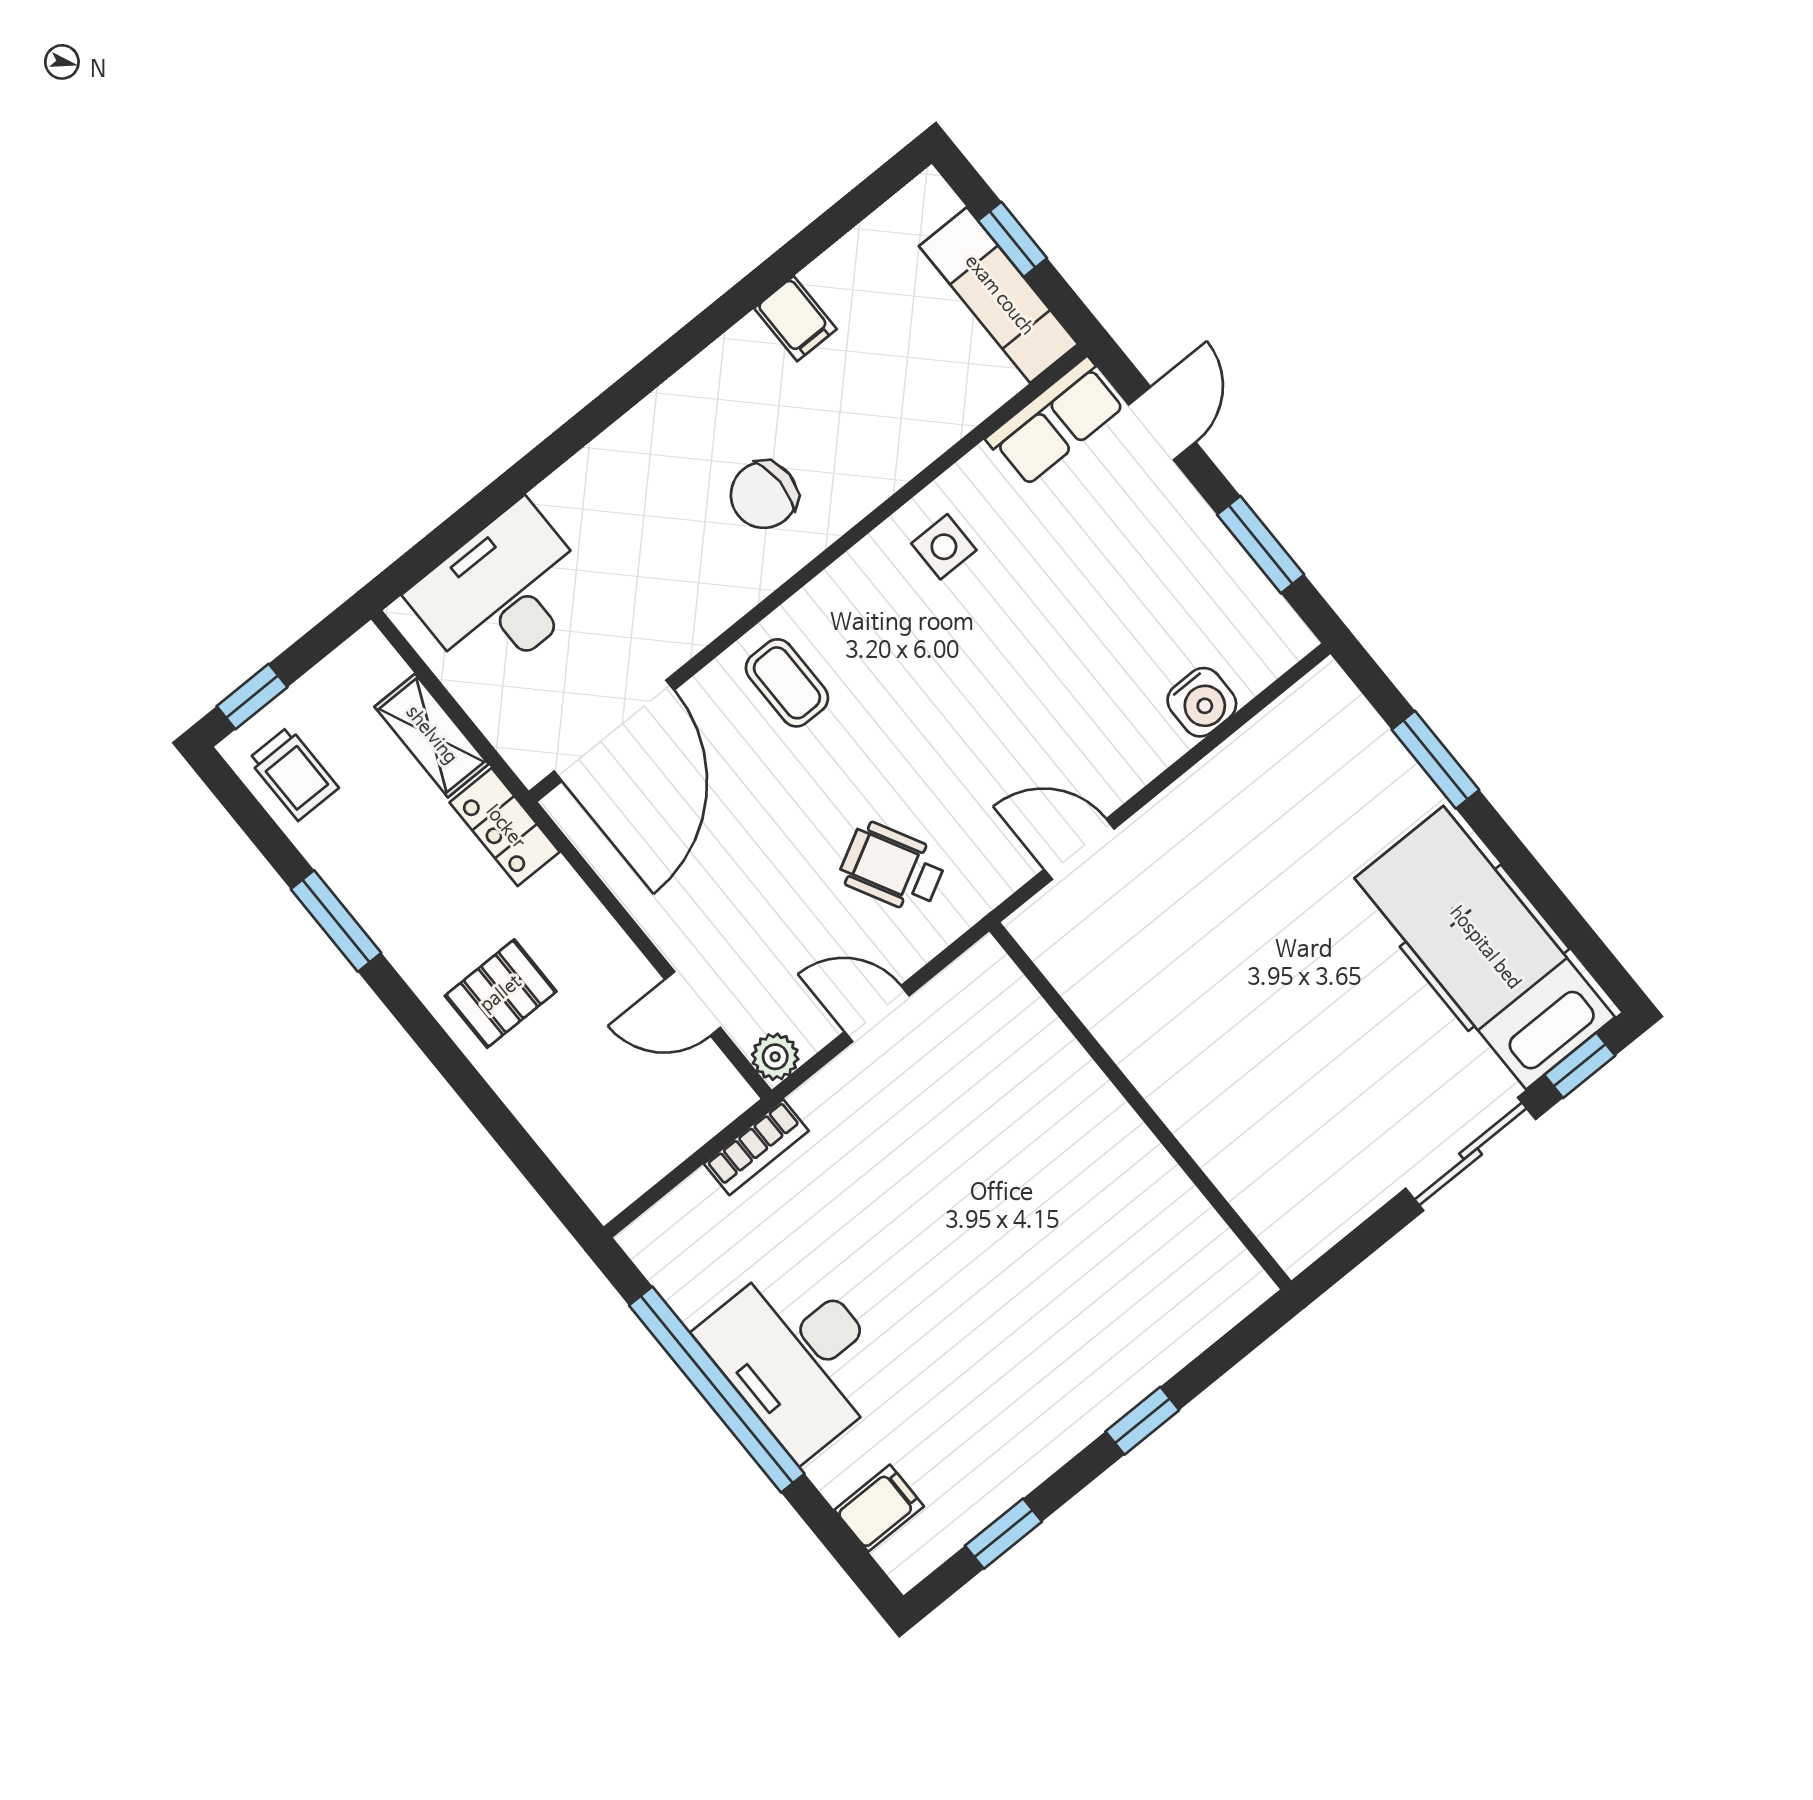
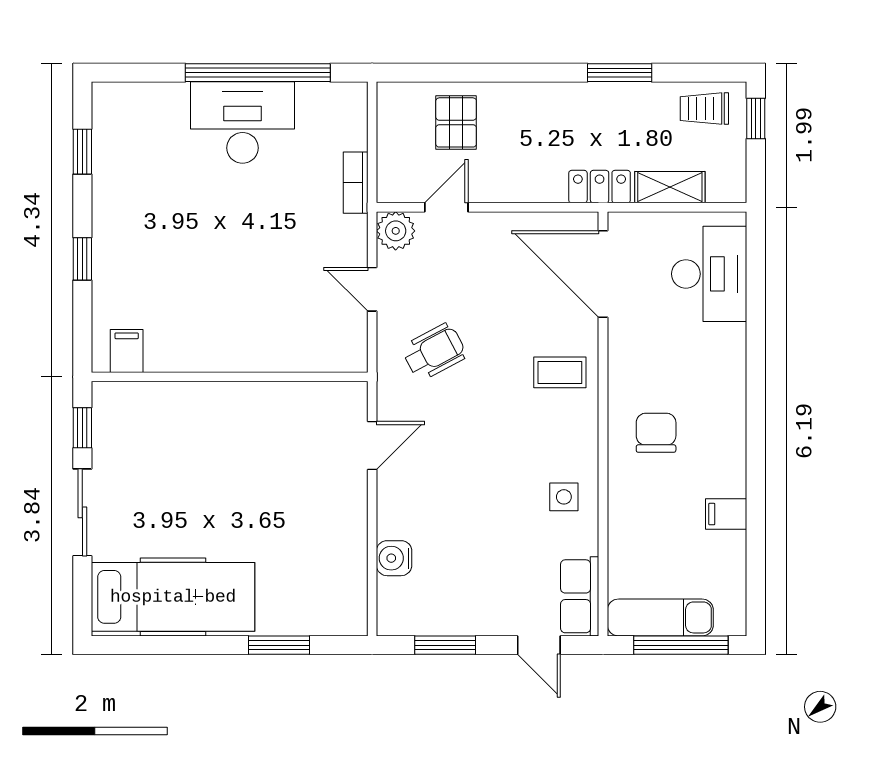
window: (1013, 239) -> (681, 645), width x2.17
pallet: (501, 994) -> (456, 122), moved
door: (877, 1014) -> (372, 289), swing flipped
plant: (775, 1057) -> (396, 231), width x1.38, depth x1.38
window: (1580, 1065) -> (82, 428), moved
filing cabinet: (879, 1508) -> (127, 351), moved, turned 180

